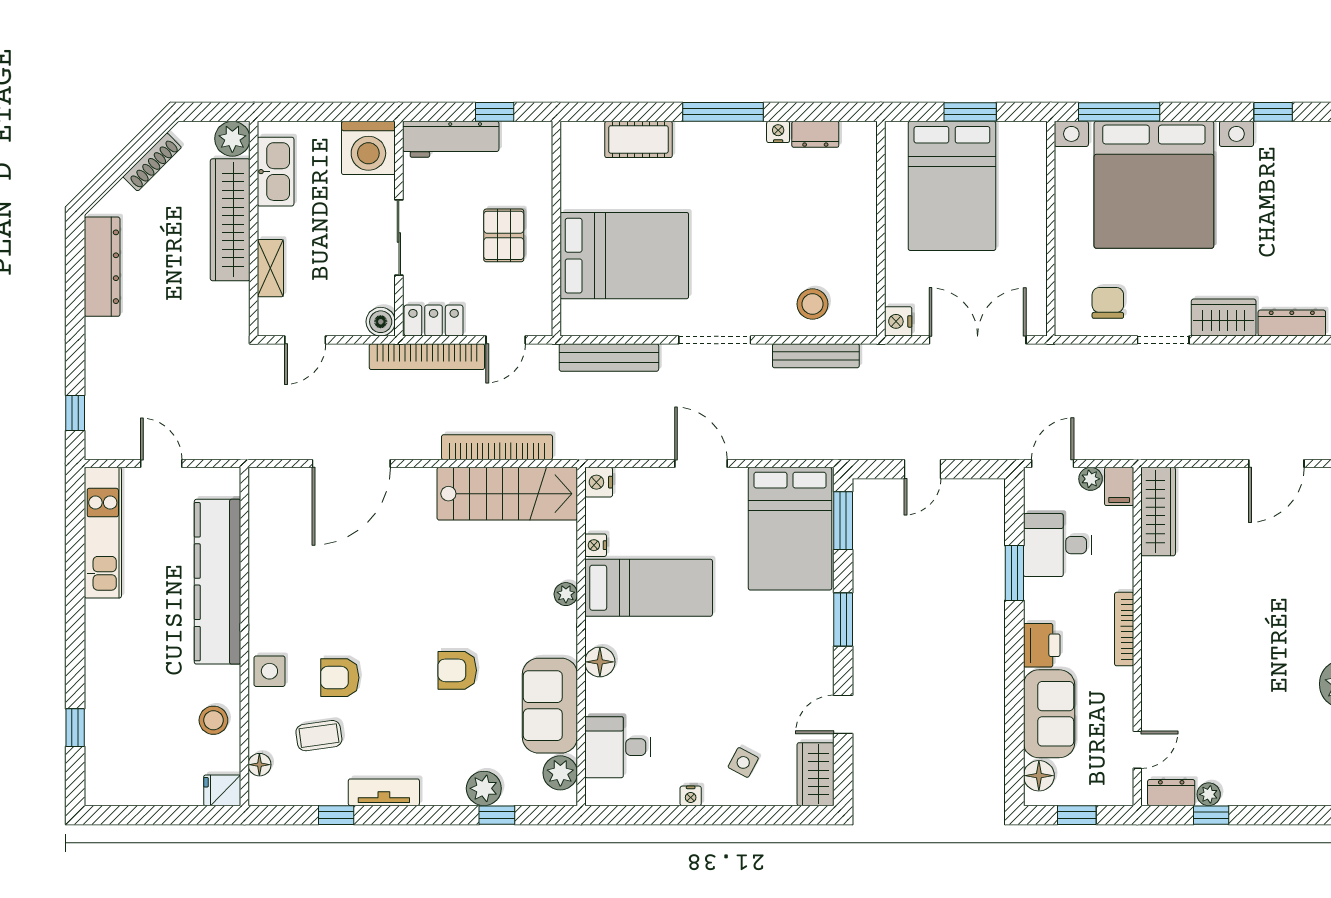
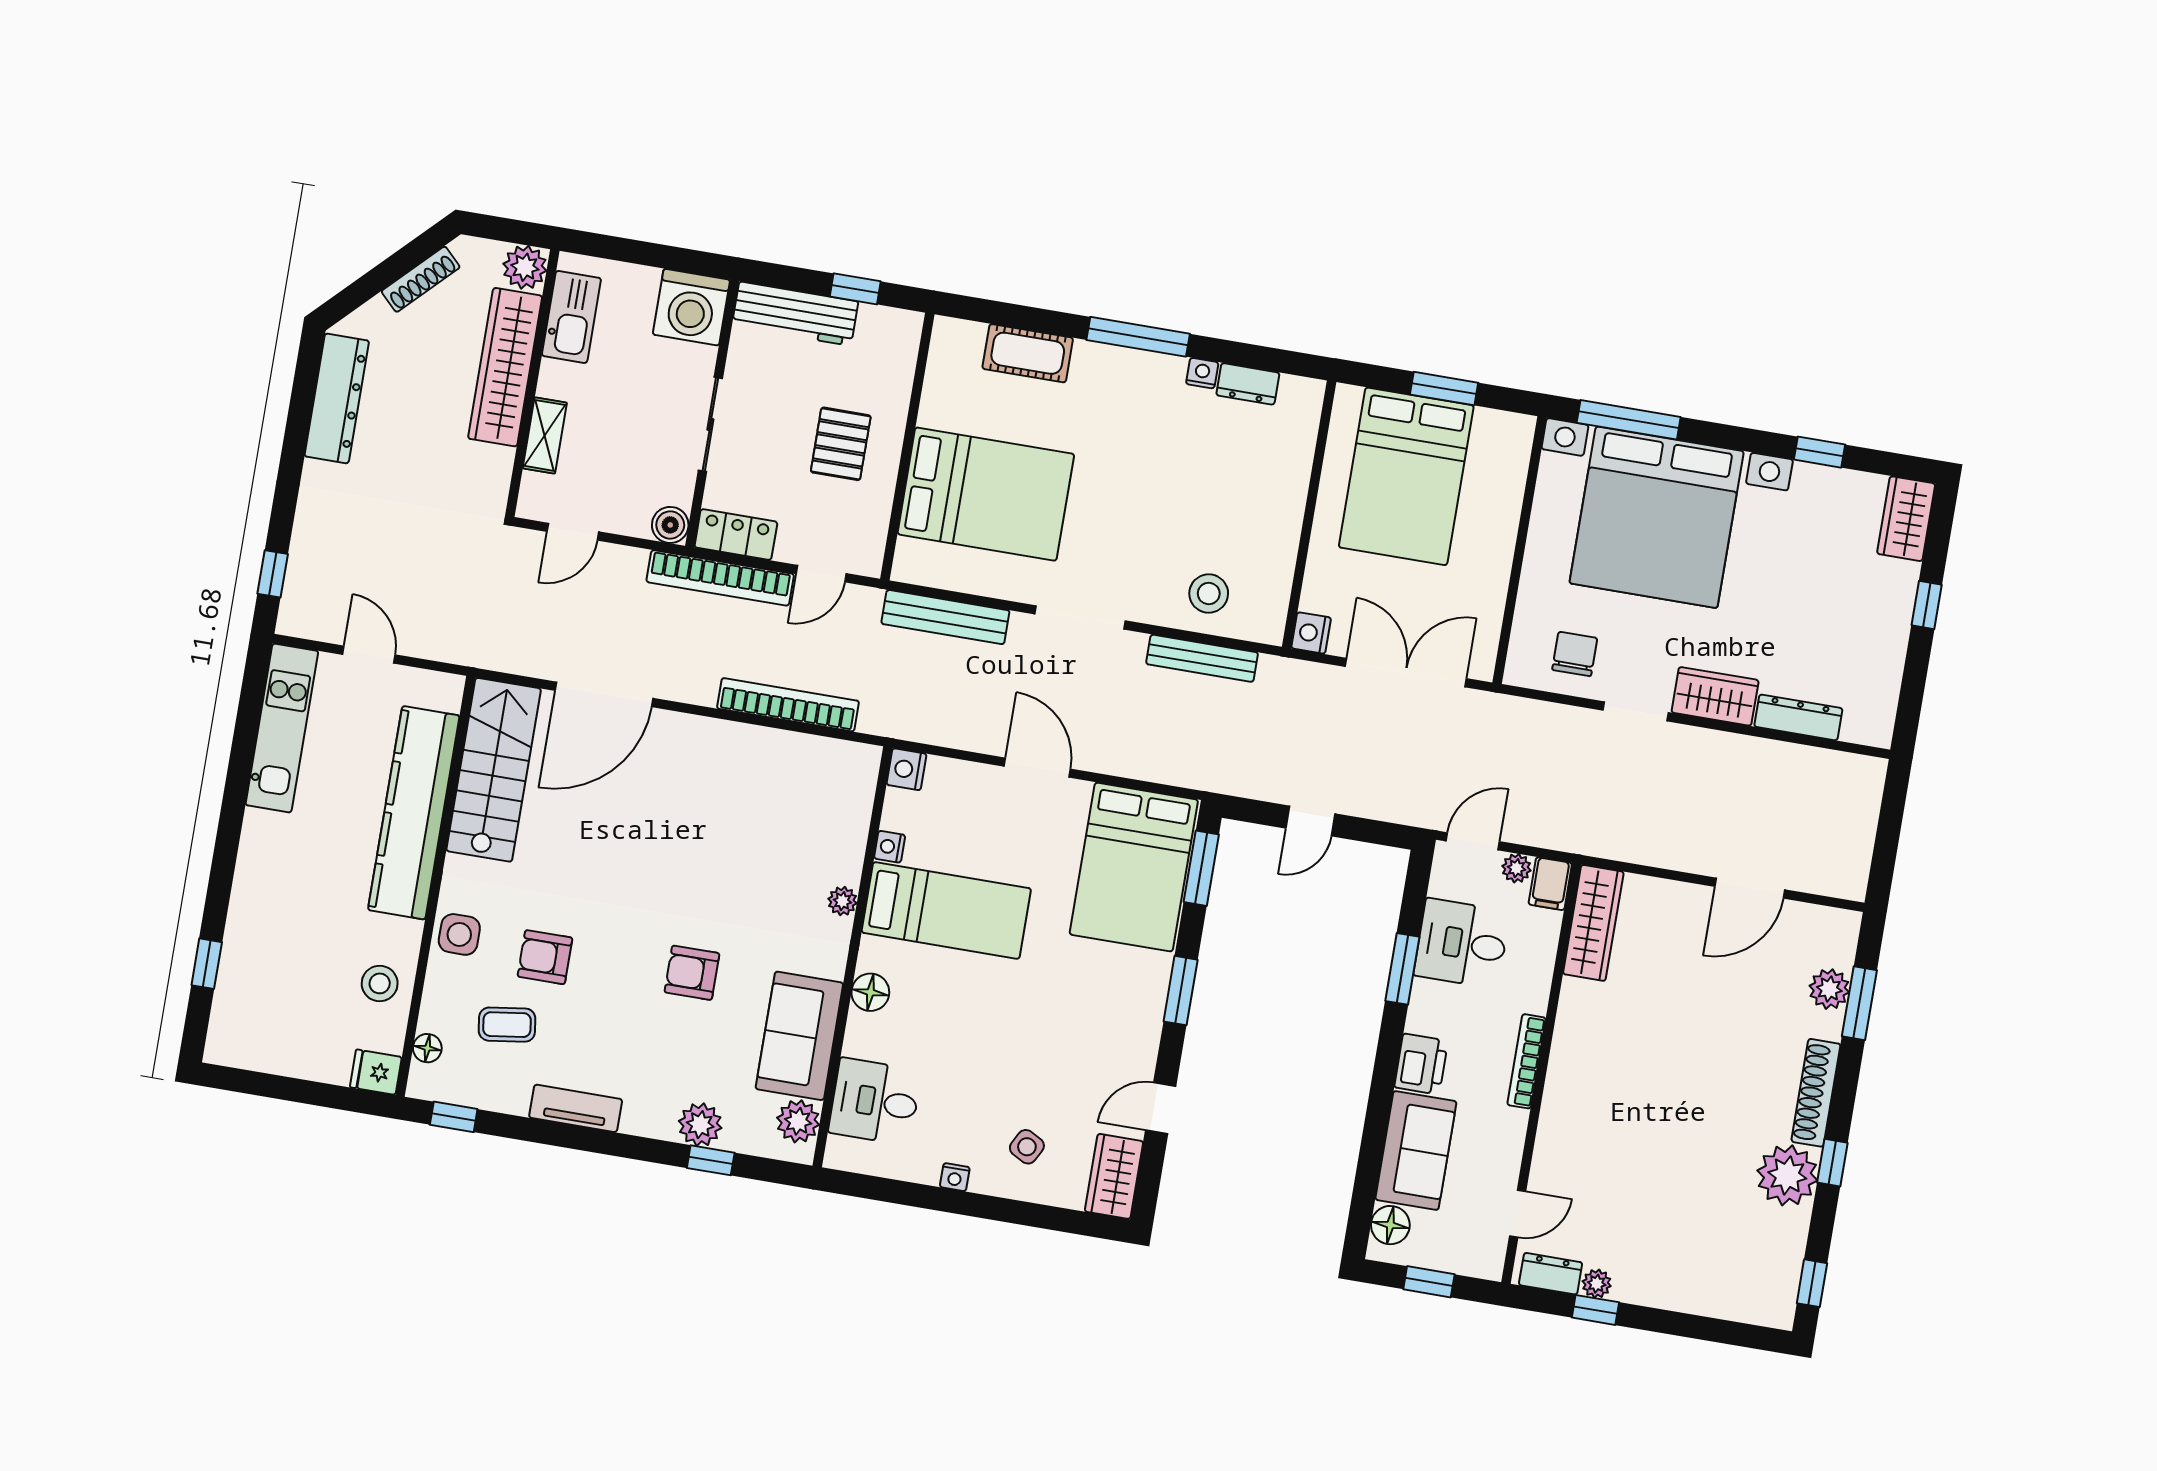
stairs: (507, 494) -> (494, 770), moved, turned -90
window: (336, 815) -> (454, 1117), moved

